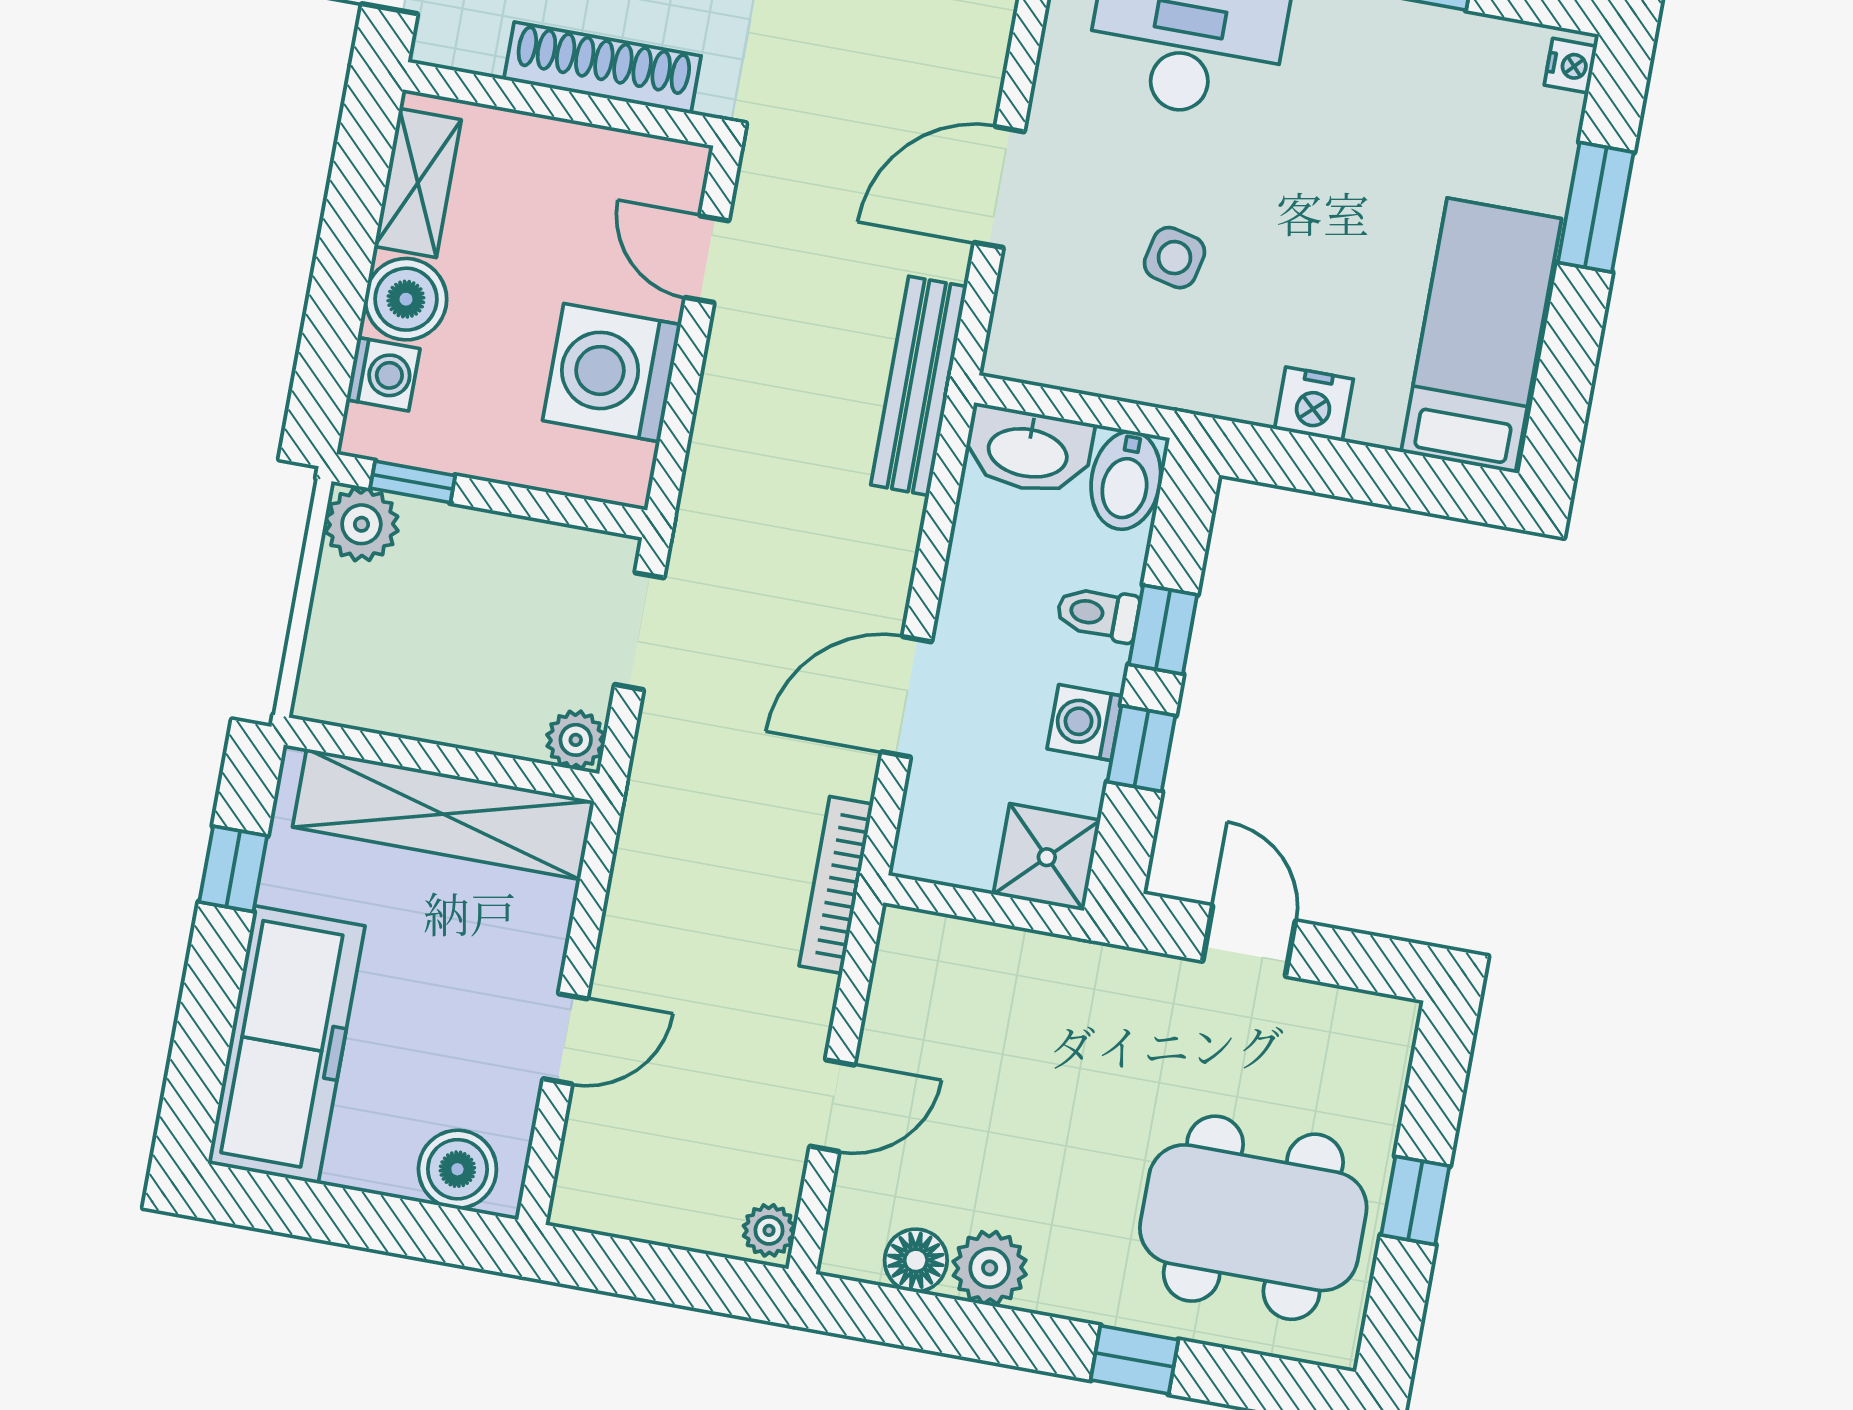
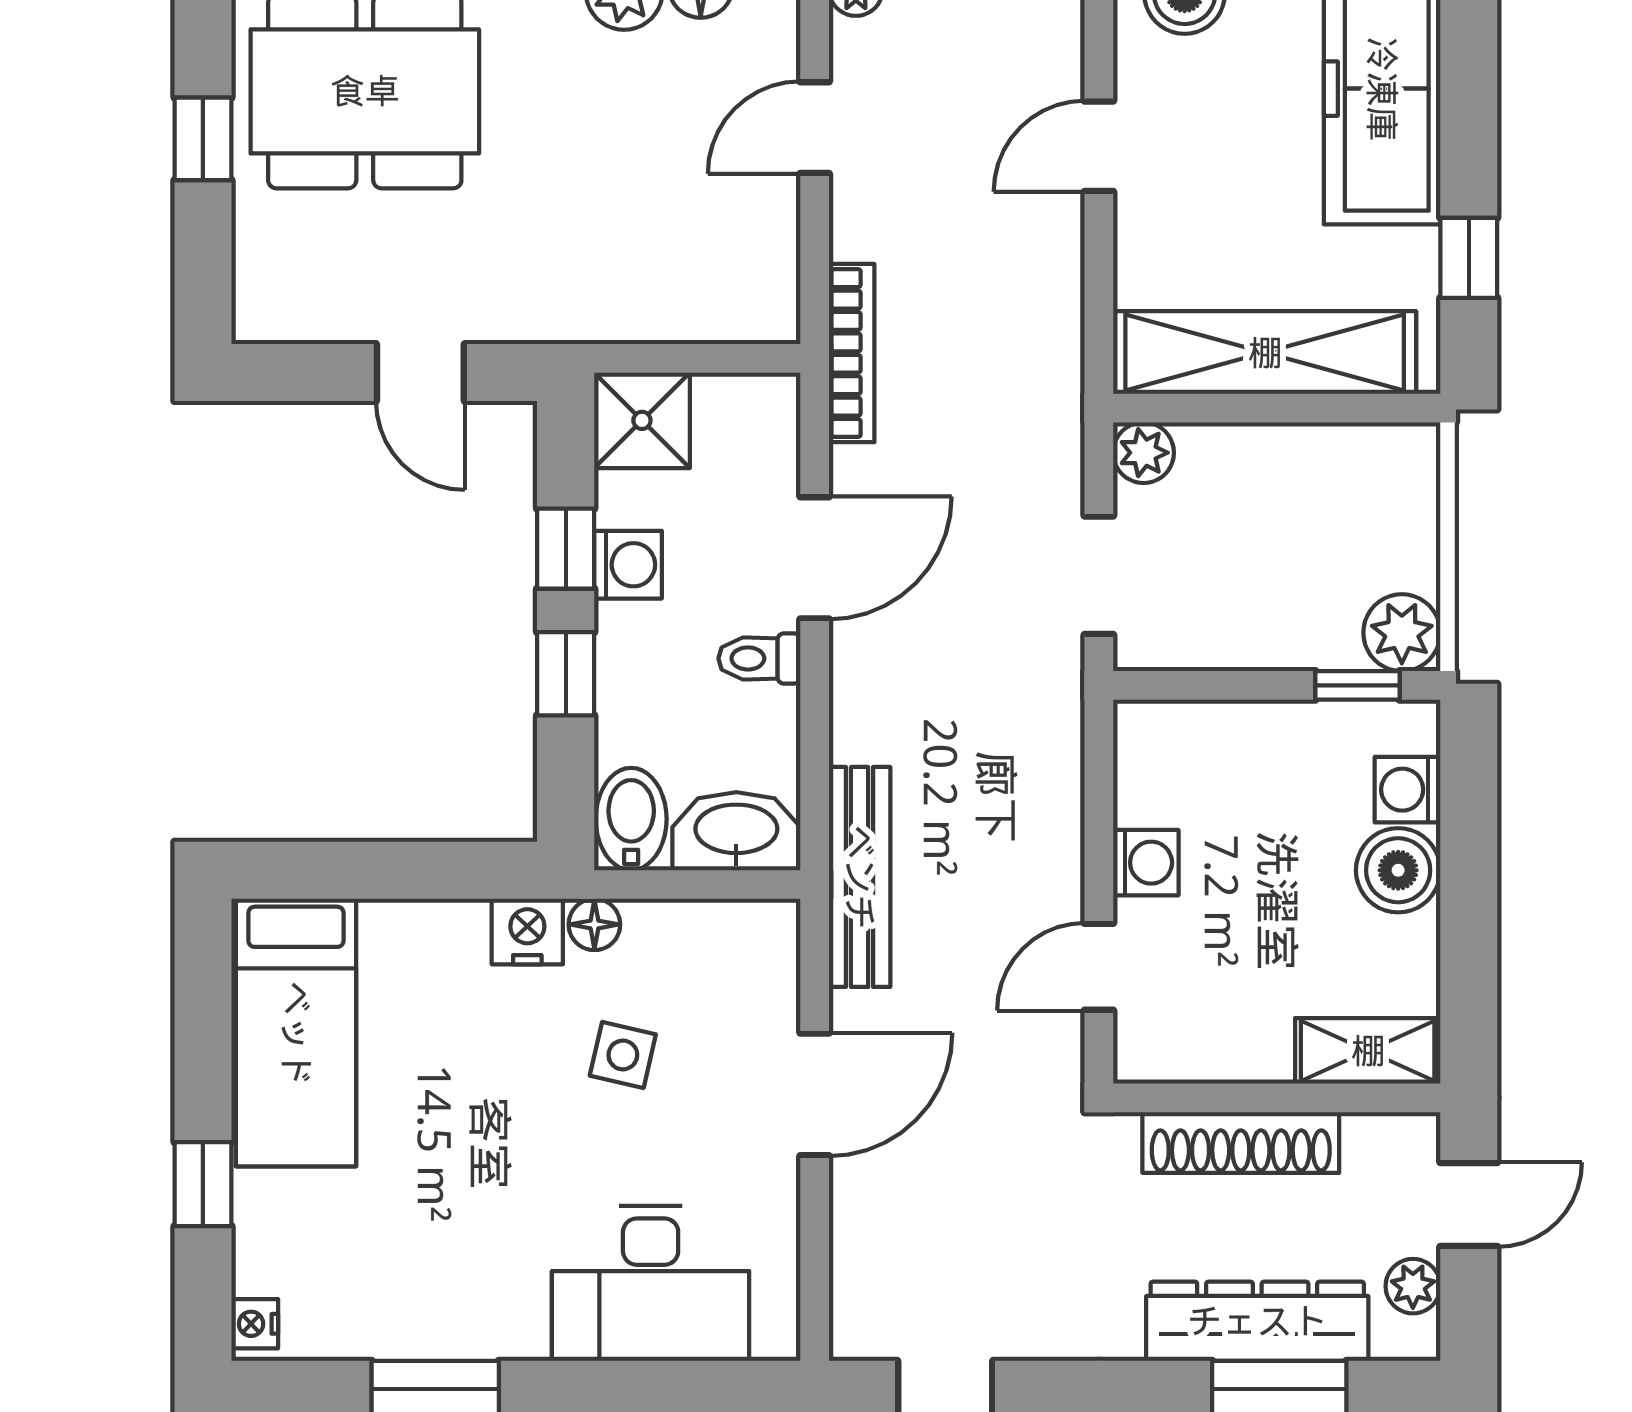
shelving: (418, 183) -> (1368, 1051), moved, turned 90
window: (1596, 207) -> (203, 1184), width x0.67
door: (707, 259) -> (1099, 967), swing flipped
washing machine: (612, 373) -> (1146, 863), width x0.53, depth x0.53
floor lamp: (1179, 386) -> (594, 924), added
nightstand: (1314, 404) -> (527, 931), moved
toilet: (1098, 614) -> (759, 658), moved, turned 180

